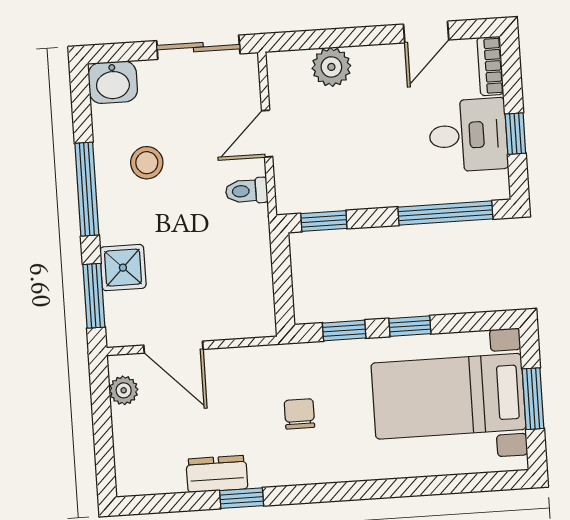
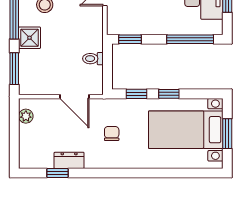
toilet: (247, 191) -> (93, 59), moved
shower: (123, 268) -> (30, 38), moved
door: (173, 347) -> (74, 97), moved
window: (242, 498) -> (57, 173), moved

